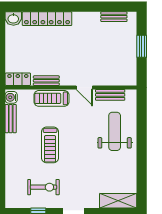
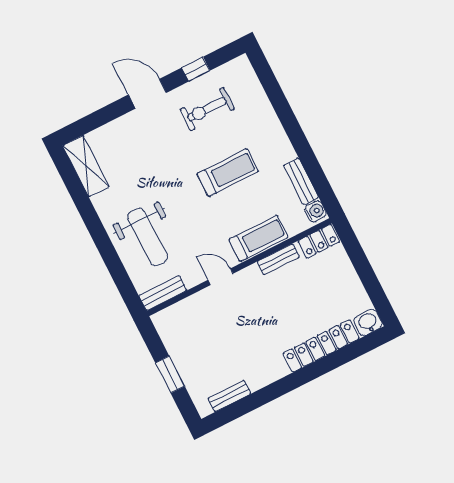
bench: (110, 95) -> (163, 293), moved
treadmill: (50, 145) -> (228, 173), turned 90
shelving: (118, 201) -> (86, 166), moved, turned 90

